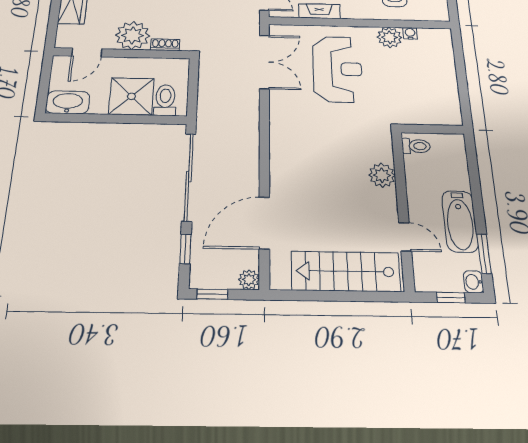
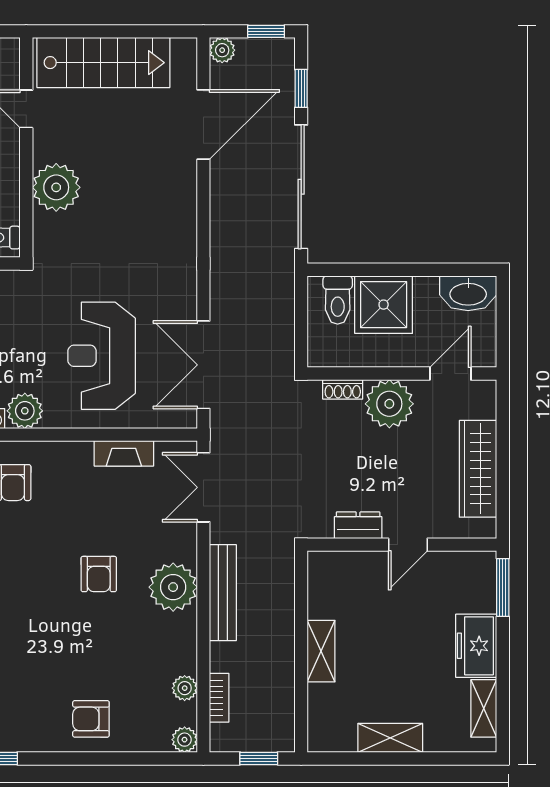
plant: (382, 175) -> (56, 187), width x1.36, depth x1.36

